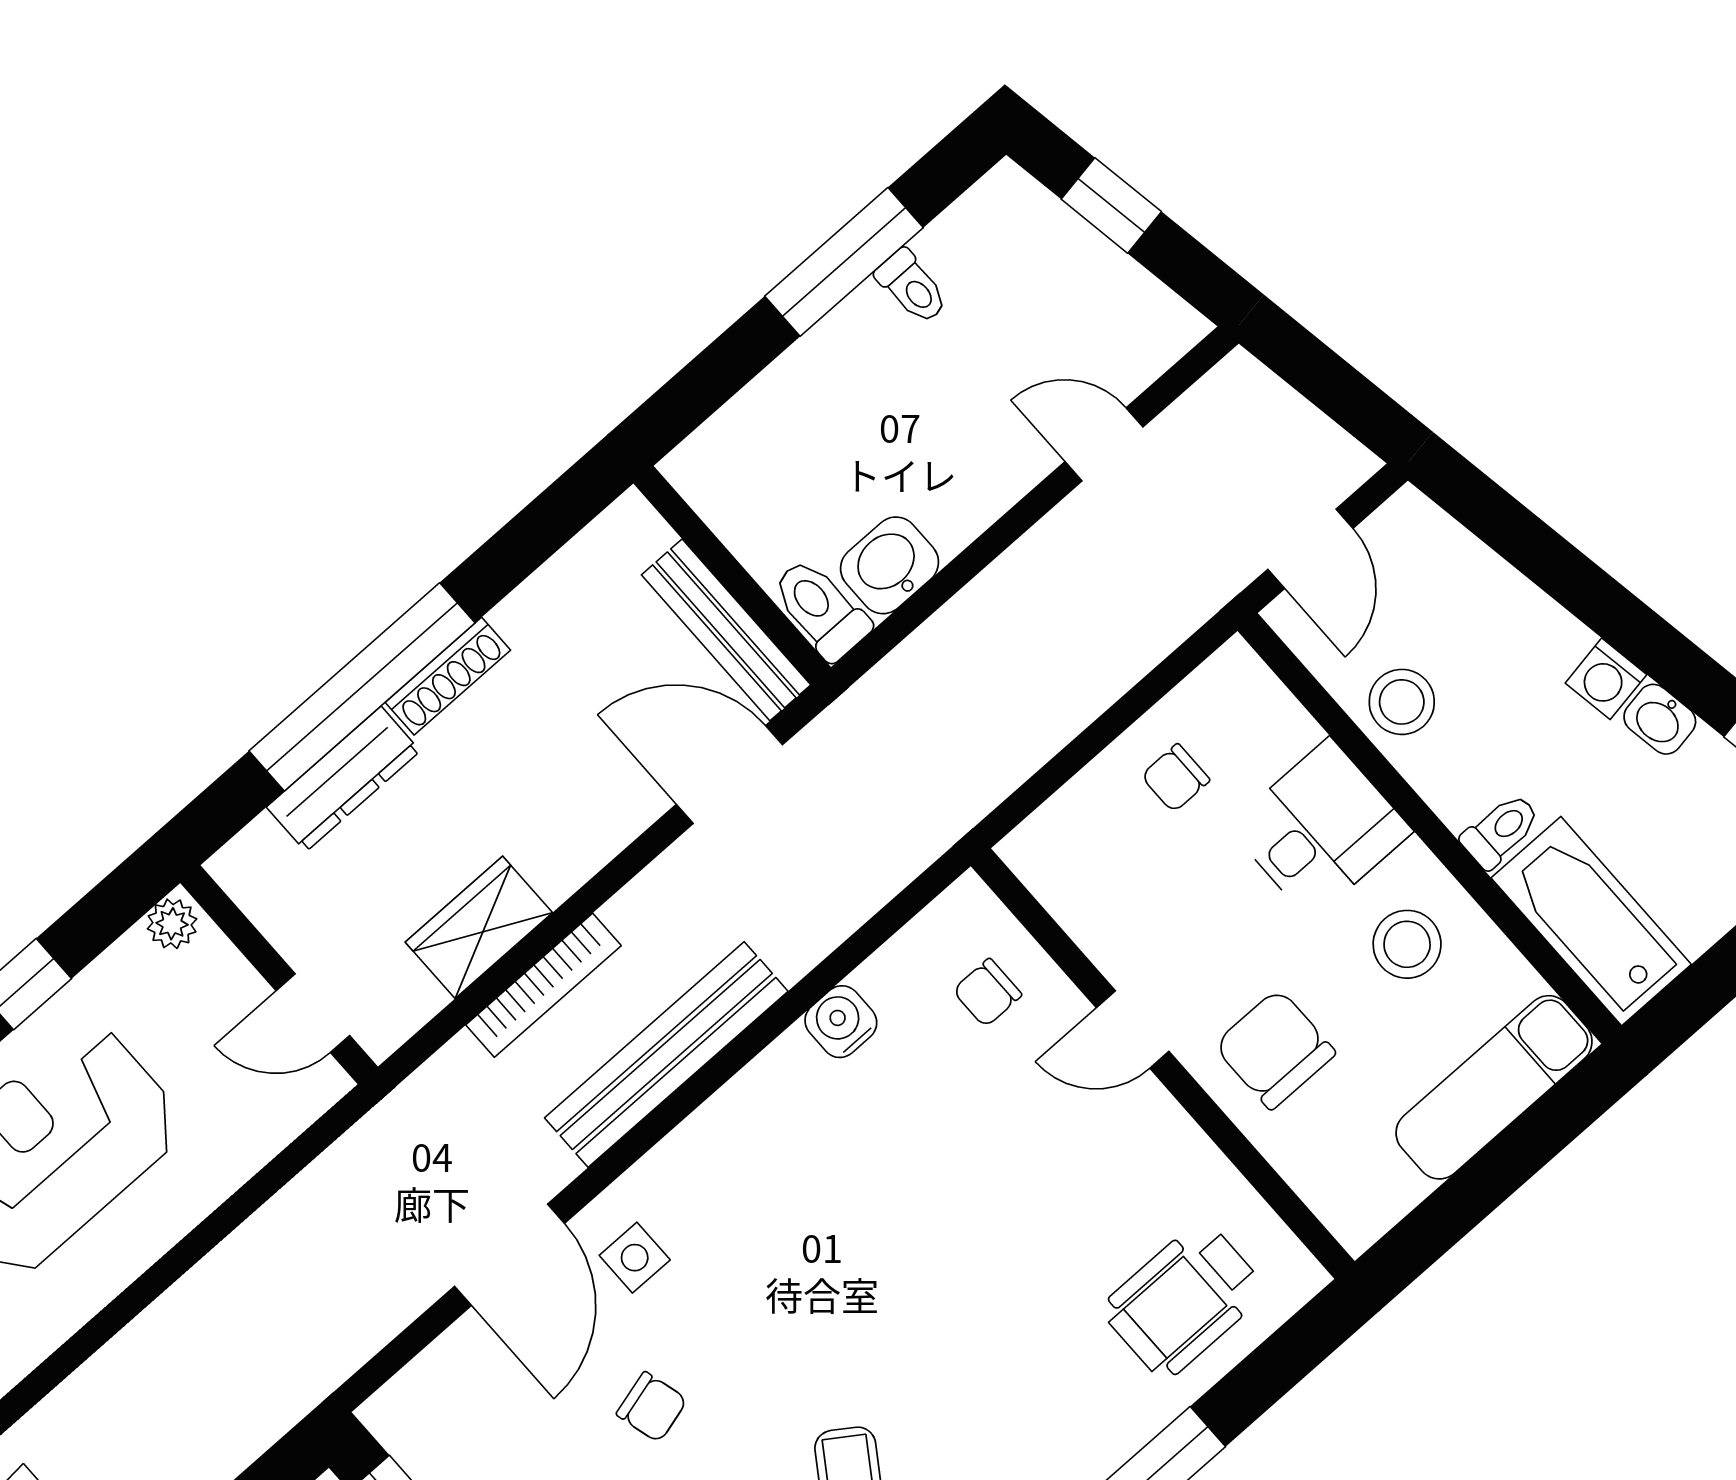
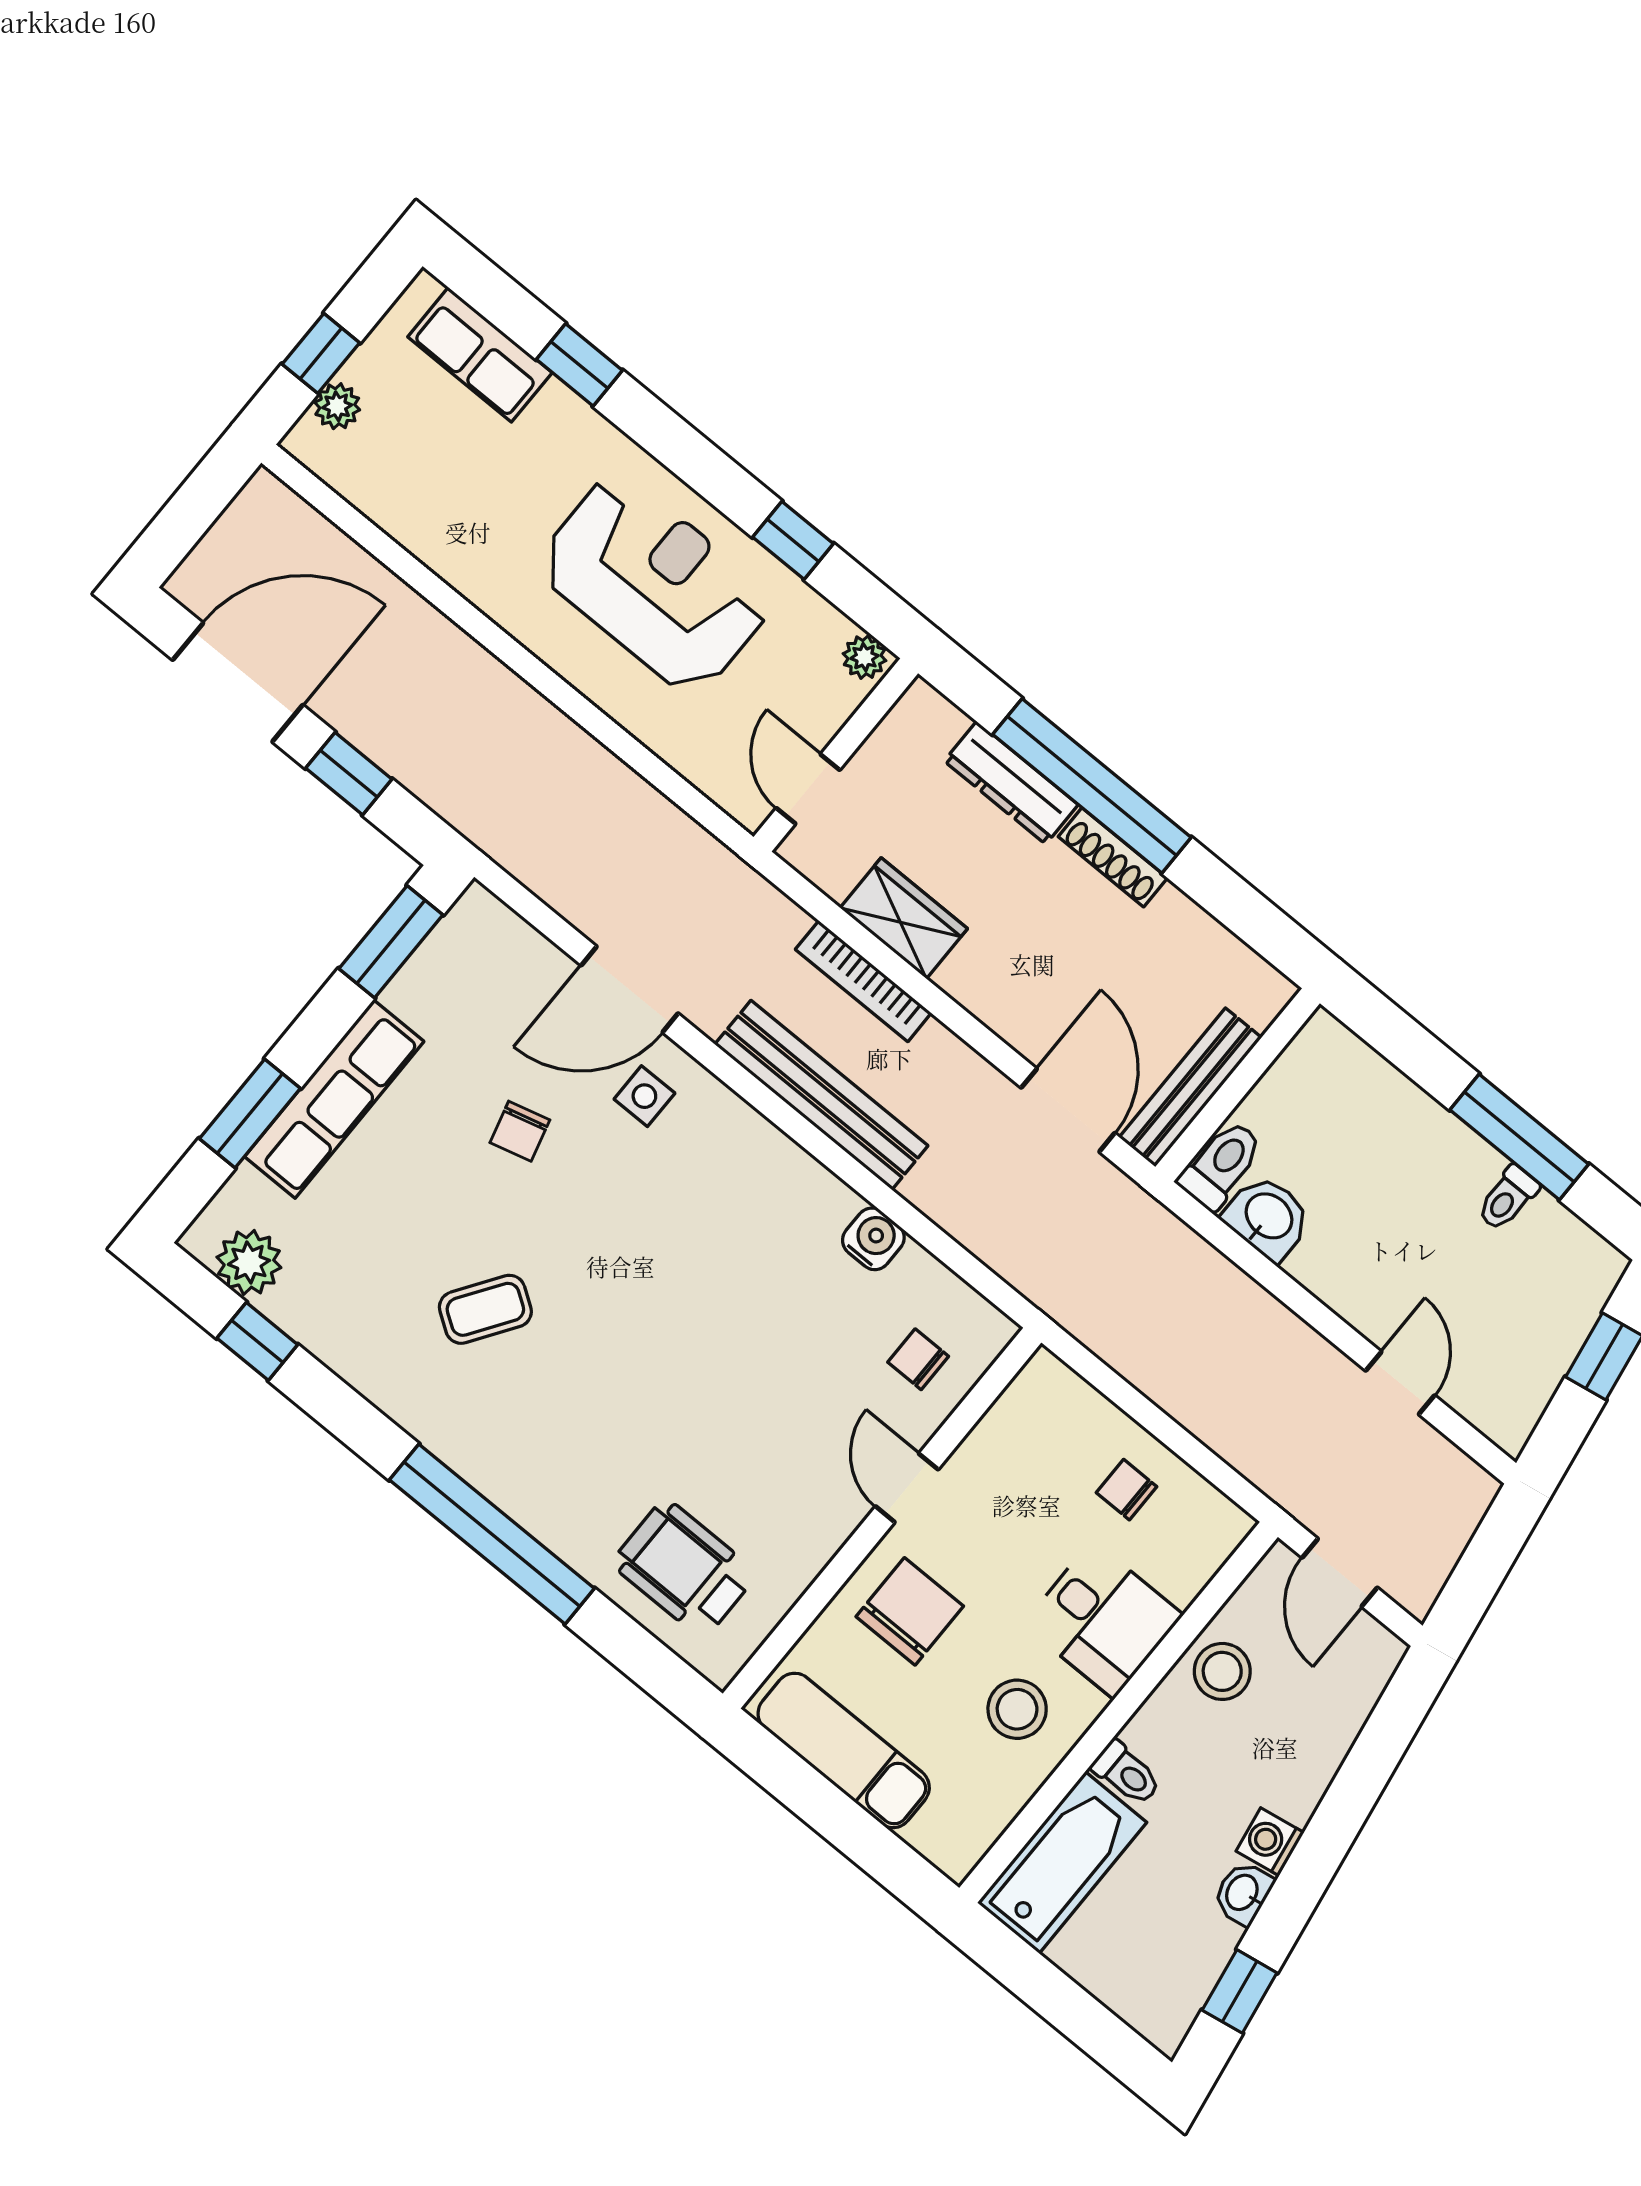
door: (1310, 549) -> (1340, 1573), hinge flipped
exam couch: (1494, 1087) -> (844, 1750), moved

